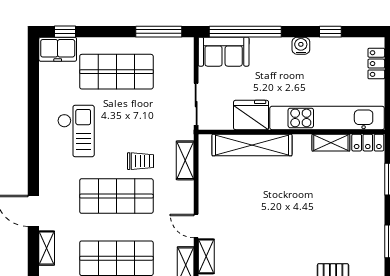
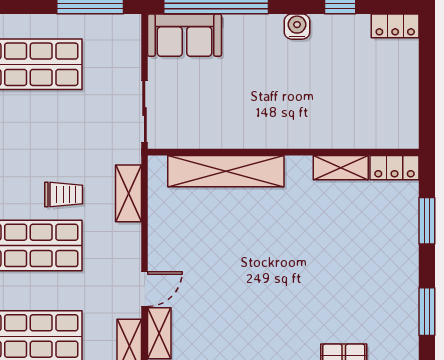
locker: (376, 64) -> (395, 26), moved, turned -90
fridge: (251, 115) -> (224, 127), removed
kitchen unit: (327, 118) -> (335, 132), removed
door: (196, 226) -> (145, 289), swing flipped

